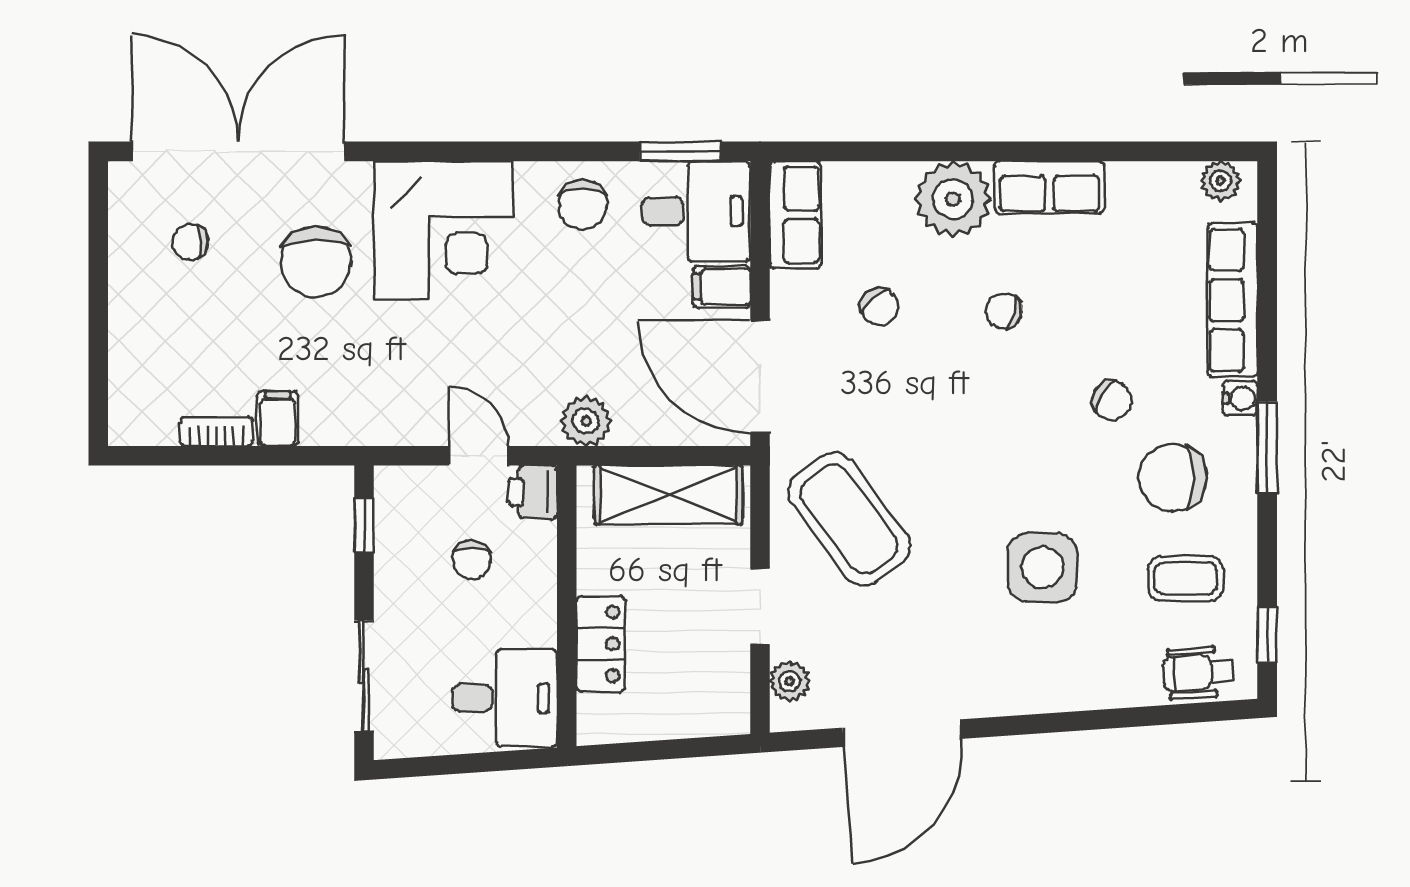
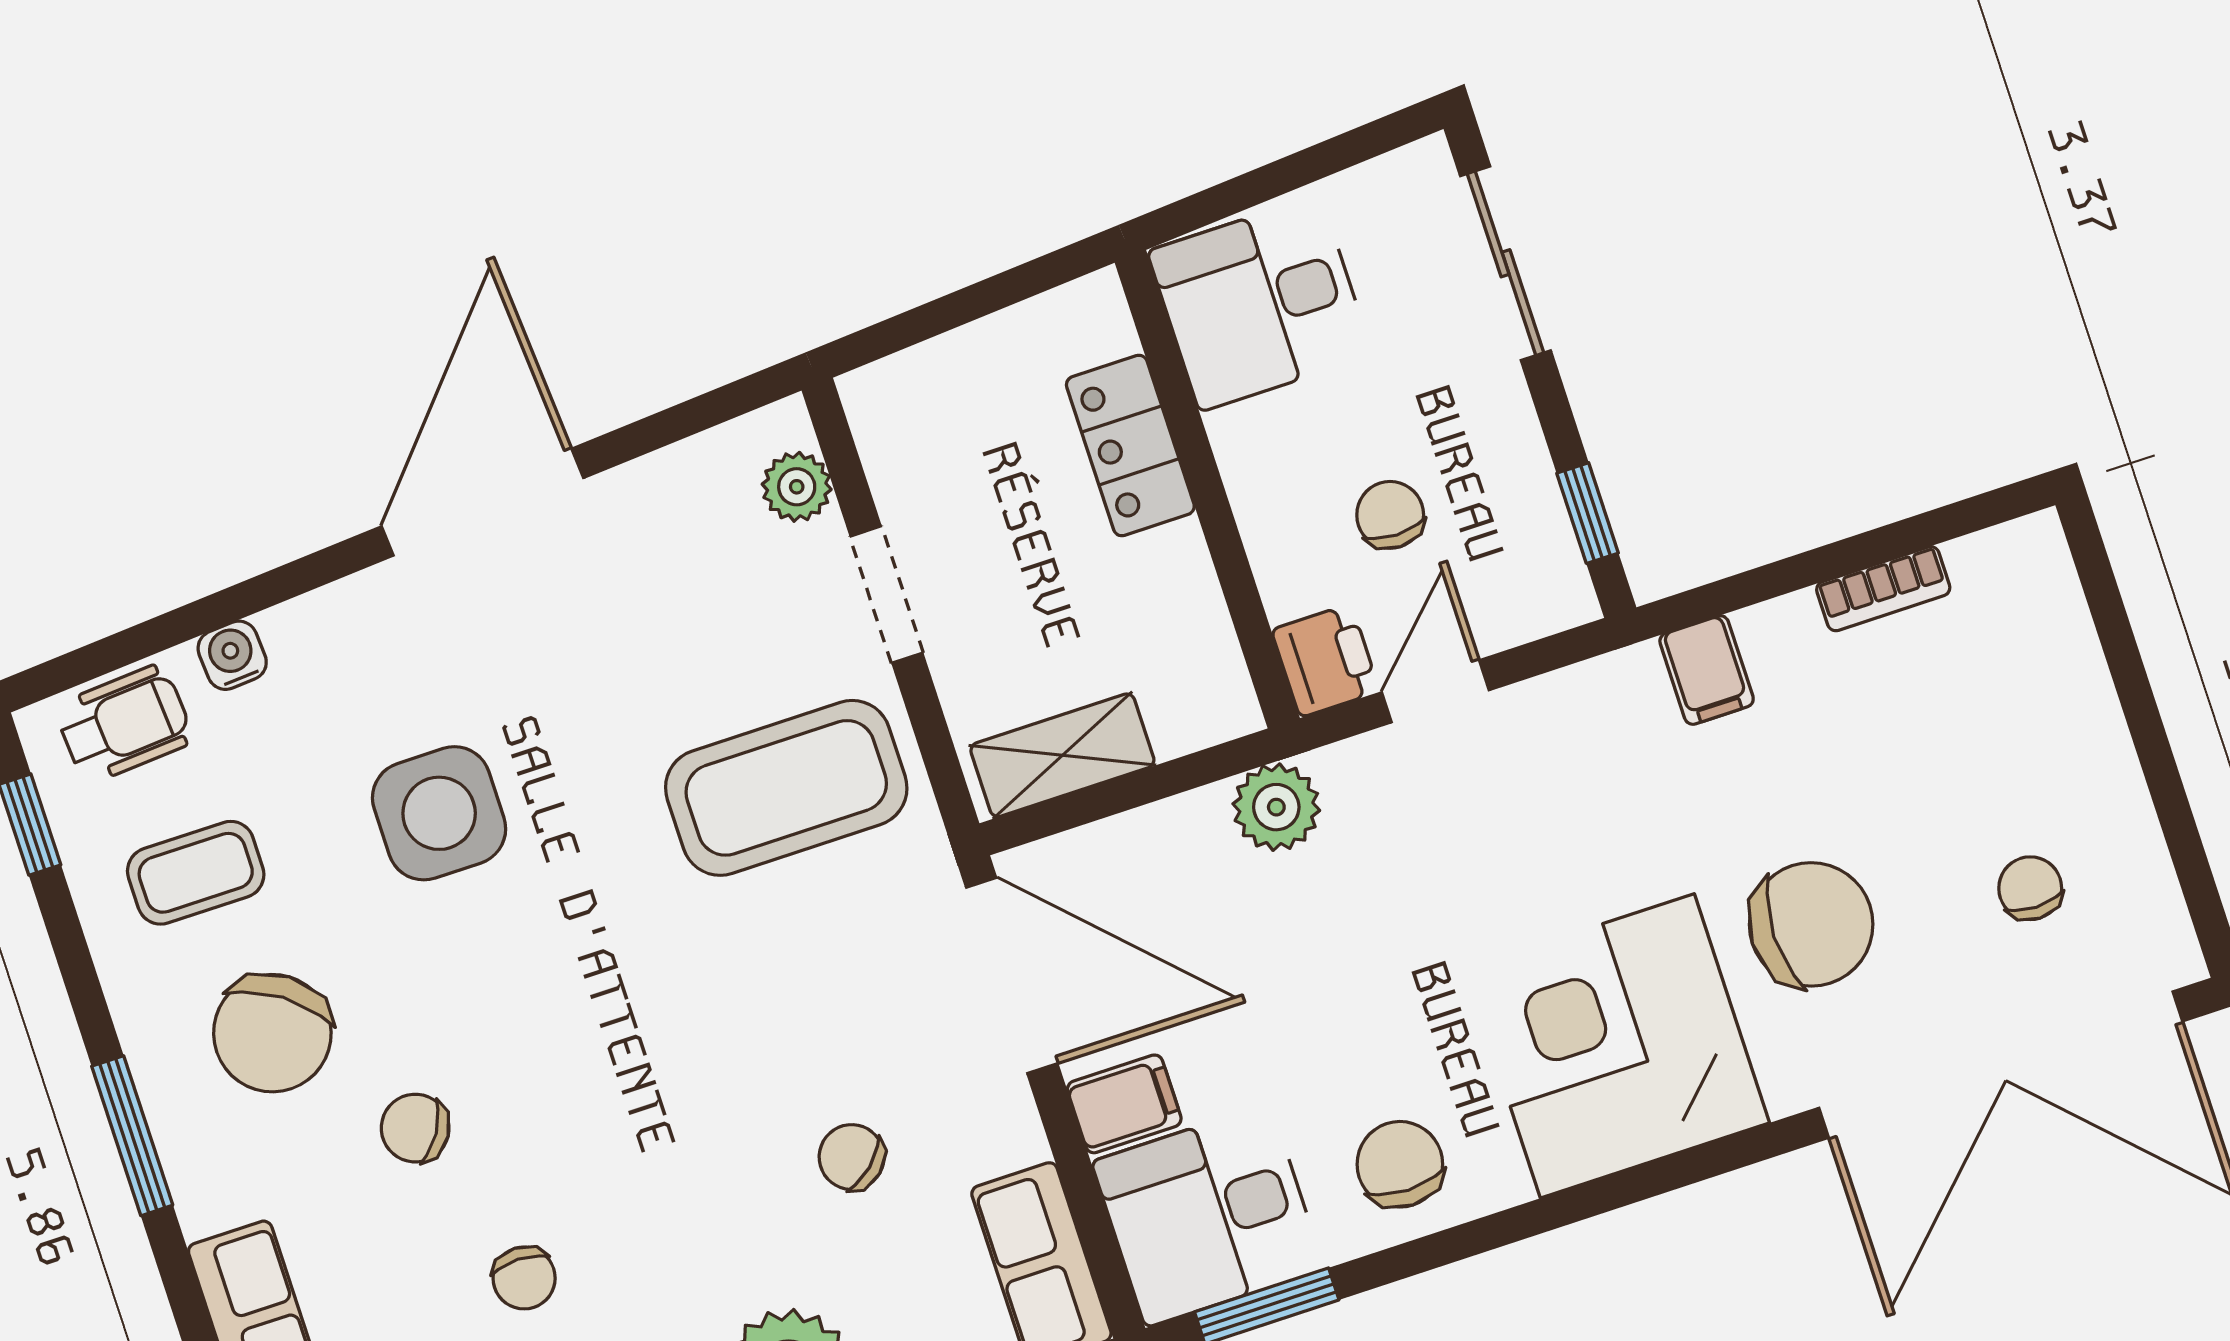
chair: (190, 242) -> (2030, 888), turned -90
chair: (316, 262) -> (1811, 924), turned 90
chair: (1004, 311) -> (524, 1278), moved, turned 76
water cooler: (1240, 399) -> (232, 655), moved, turned 86
filing cabinet: (278, 419) -> (1707, 670), moved
door: (479, 456) -> (1435, 691), swing flipped
chair: (1173, 478) -> (272, 1033), turned 125
shelving: (668, 495) -> (1062, 755), width x0.67, depth x0.75
coffee table: (849, 519) -> (786, 788), turned -53
door: (902, 733) -> (482, 502), moved

